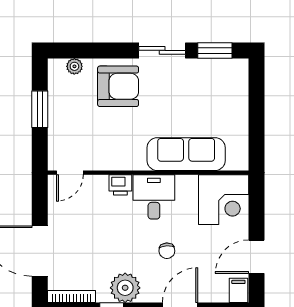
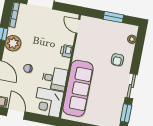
armchair: (118, 86) -> (117, 60), width x0.53, depth x0.53
sofa: (186, 154) -> (78, 88), width x1.36, depth x1.27
desk: (154, 197) -> (55, 79), moved

